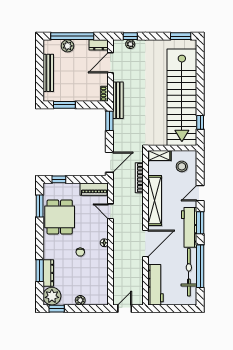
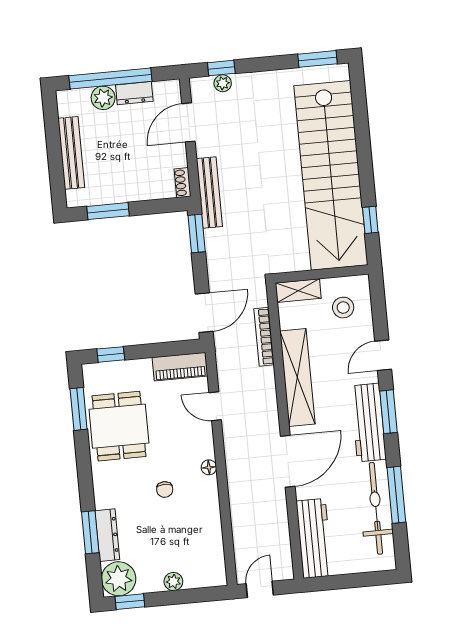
dresser: (99, 45) -> (134, 93), moved
window: (200, 266) -> (396, 495), width x0.68

